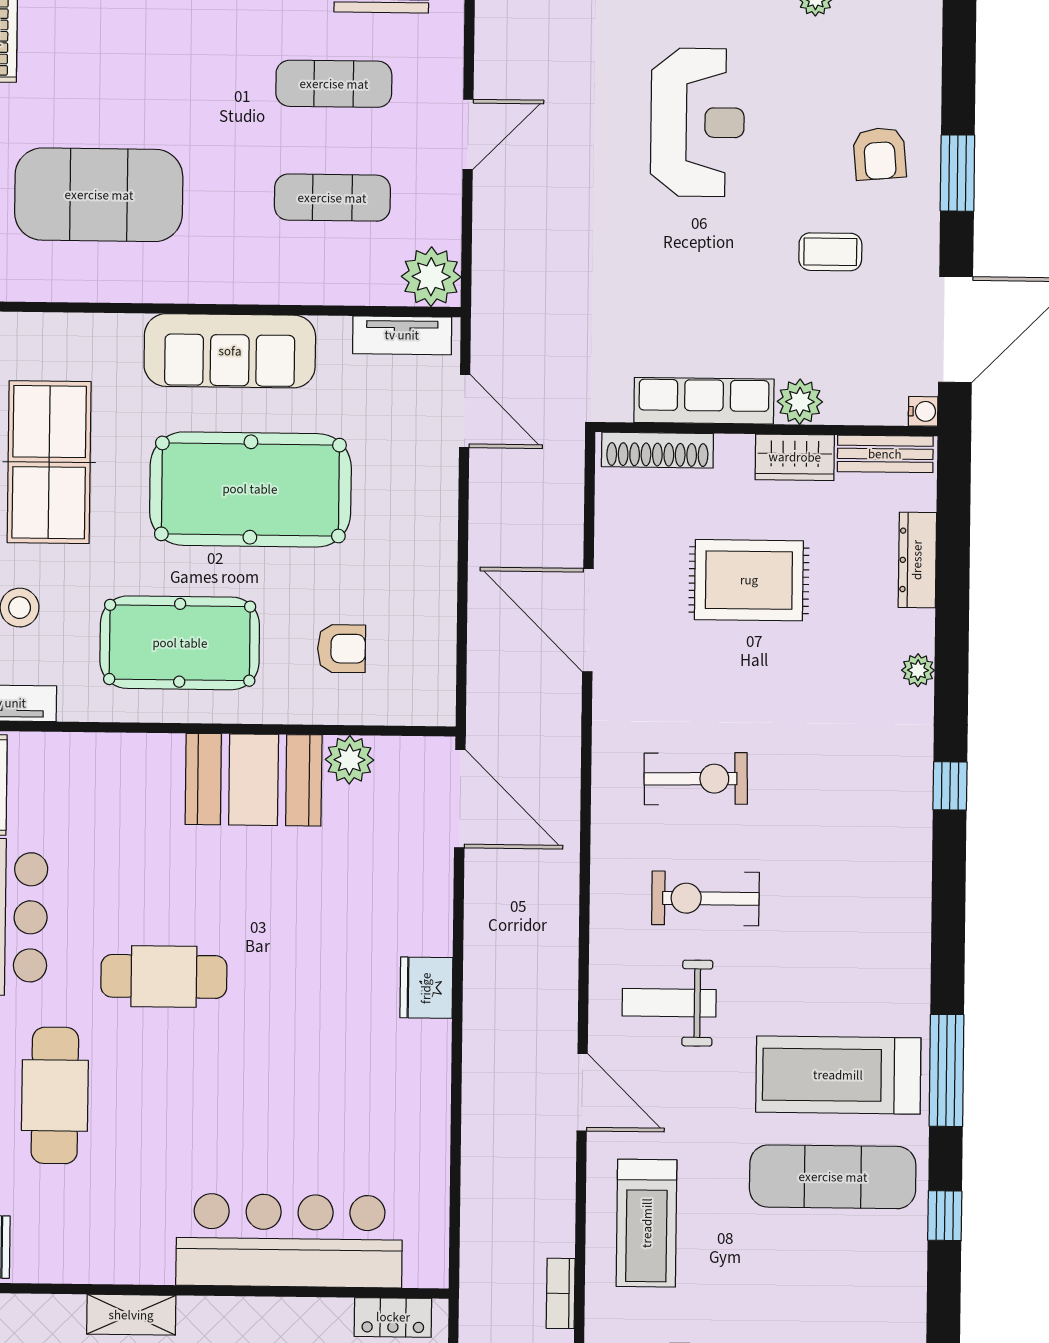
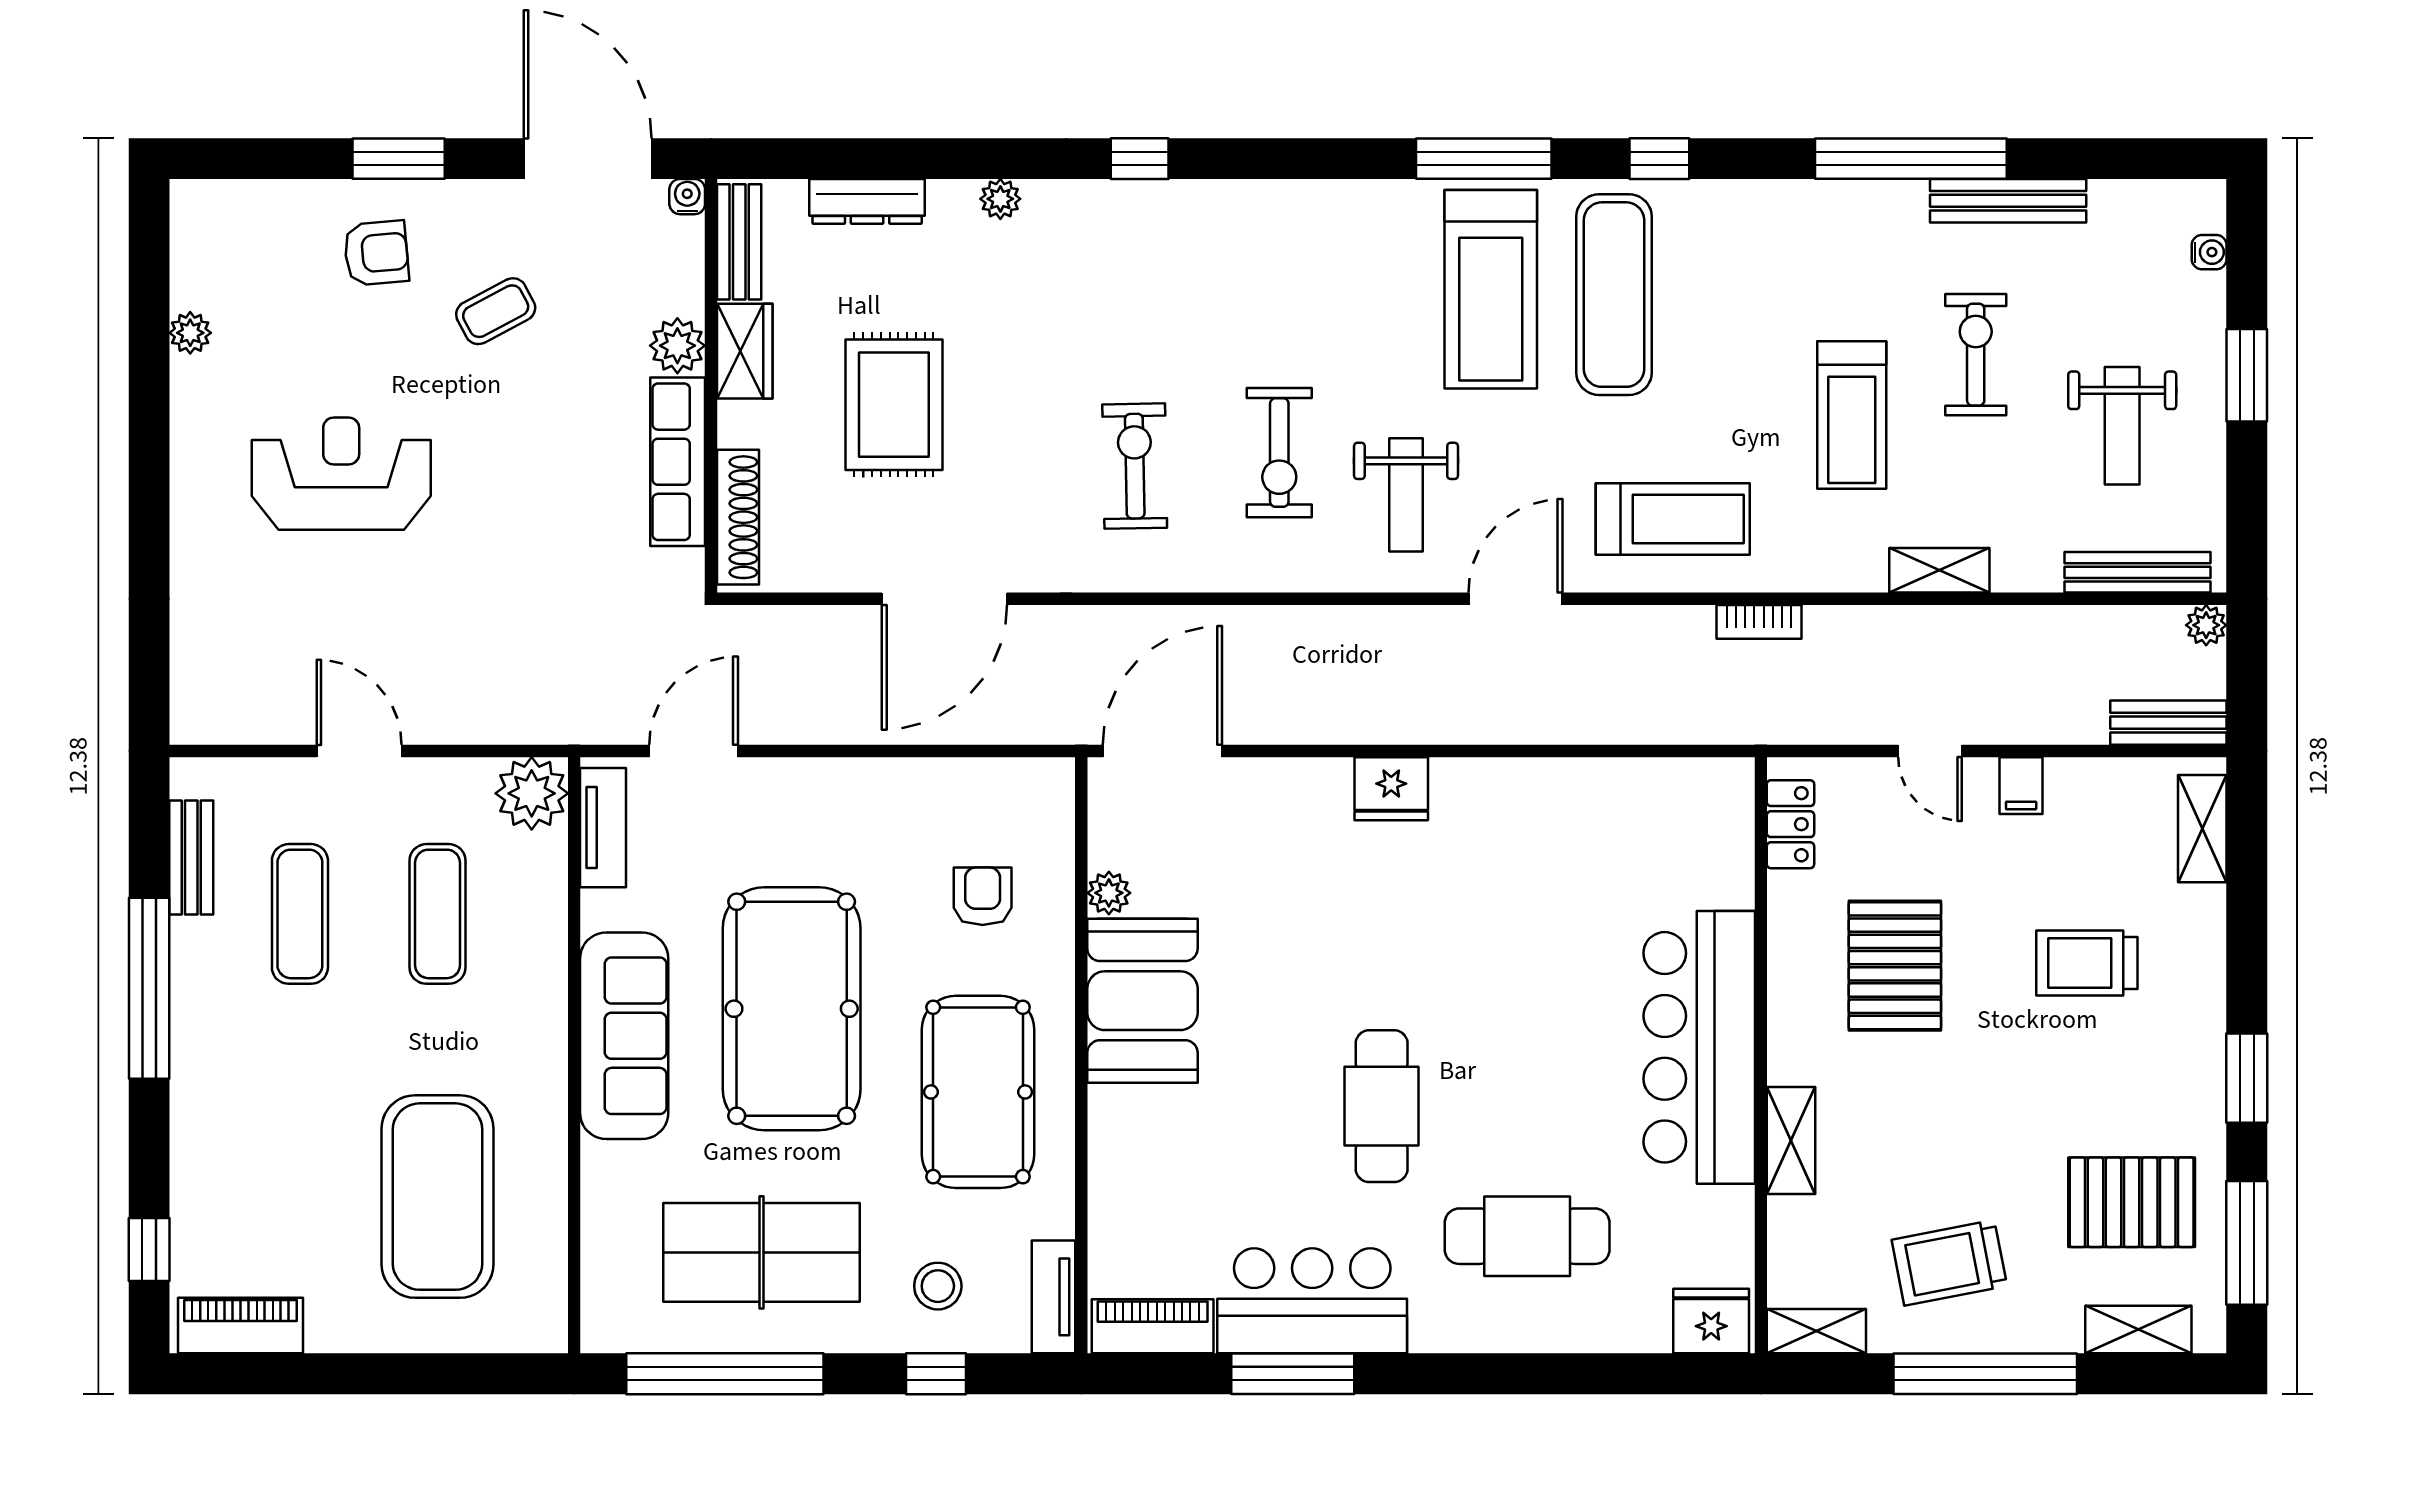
coffee table: (830, 252) -> (496, 311), turned 62
plant: (349, 760) -> (1109, 893), width x0.73, depth x0.73
bar counter: (289, 1241) -> (1699, 1047), moved

